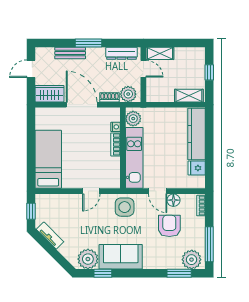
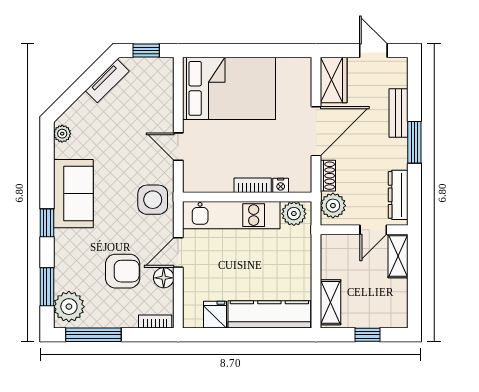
bed: (48, 159) -> (229, 88), width x1.50
plant: (88, 259) -> (62, 134), width x0.53, depth x0.53
window: (103, 273) -> (47, 223), moved

